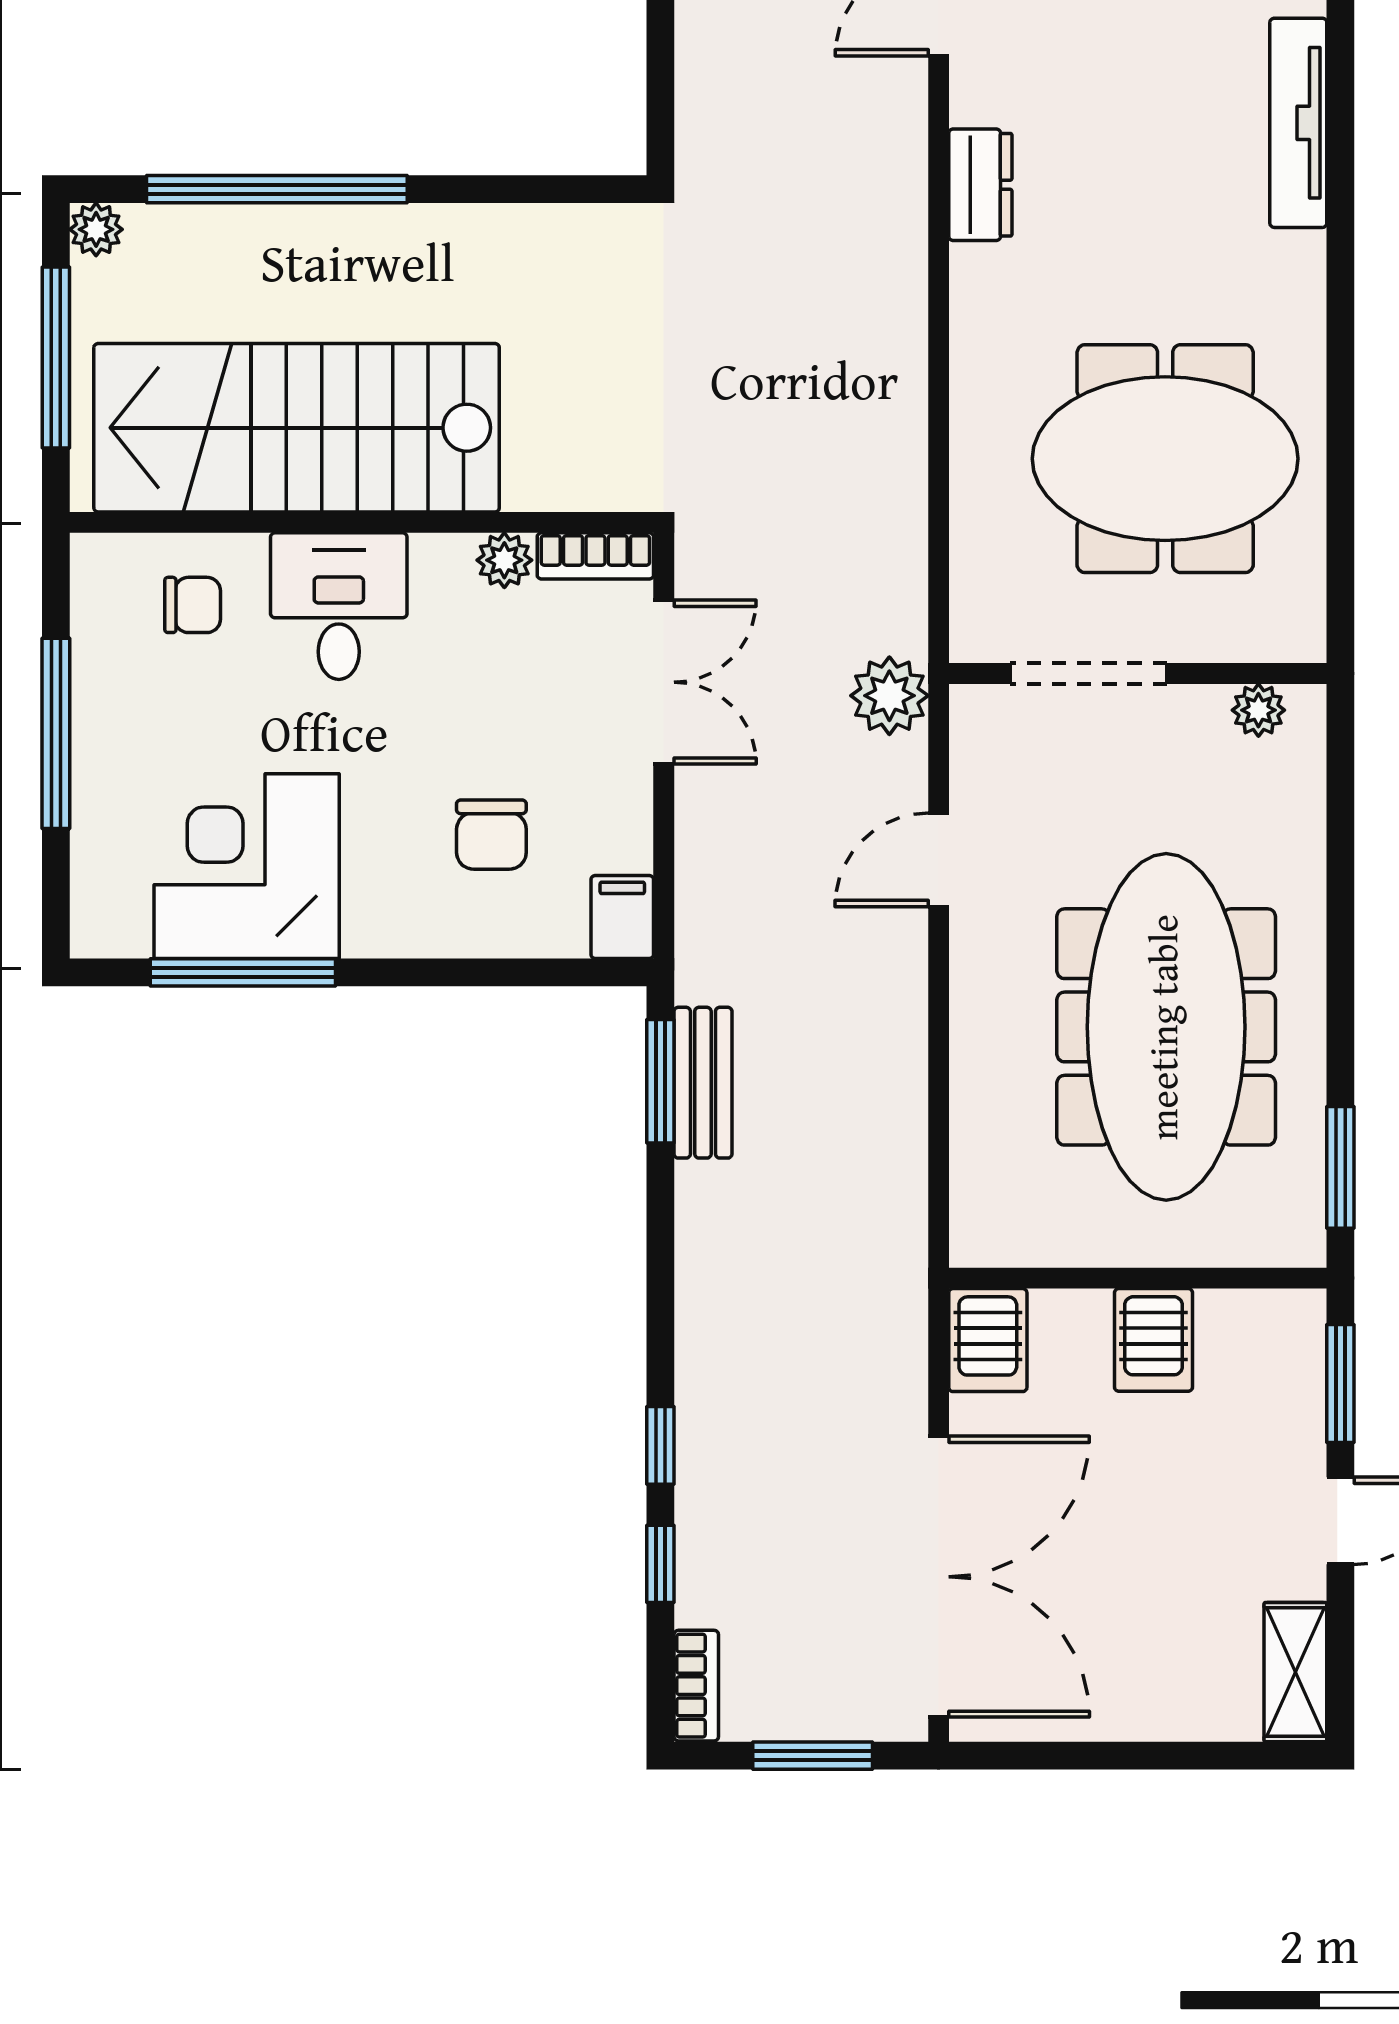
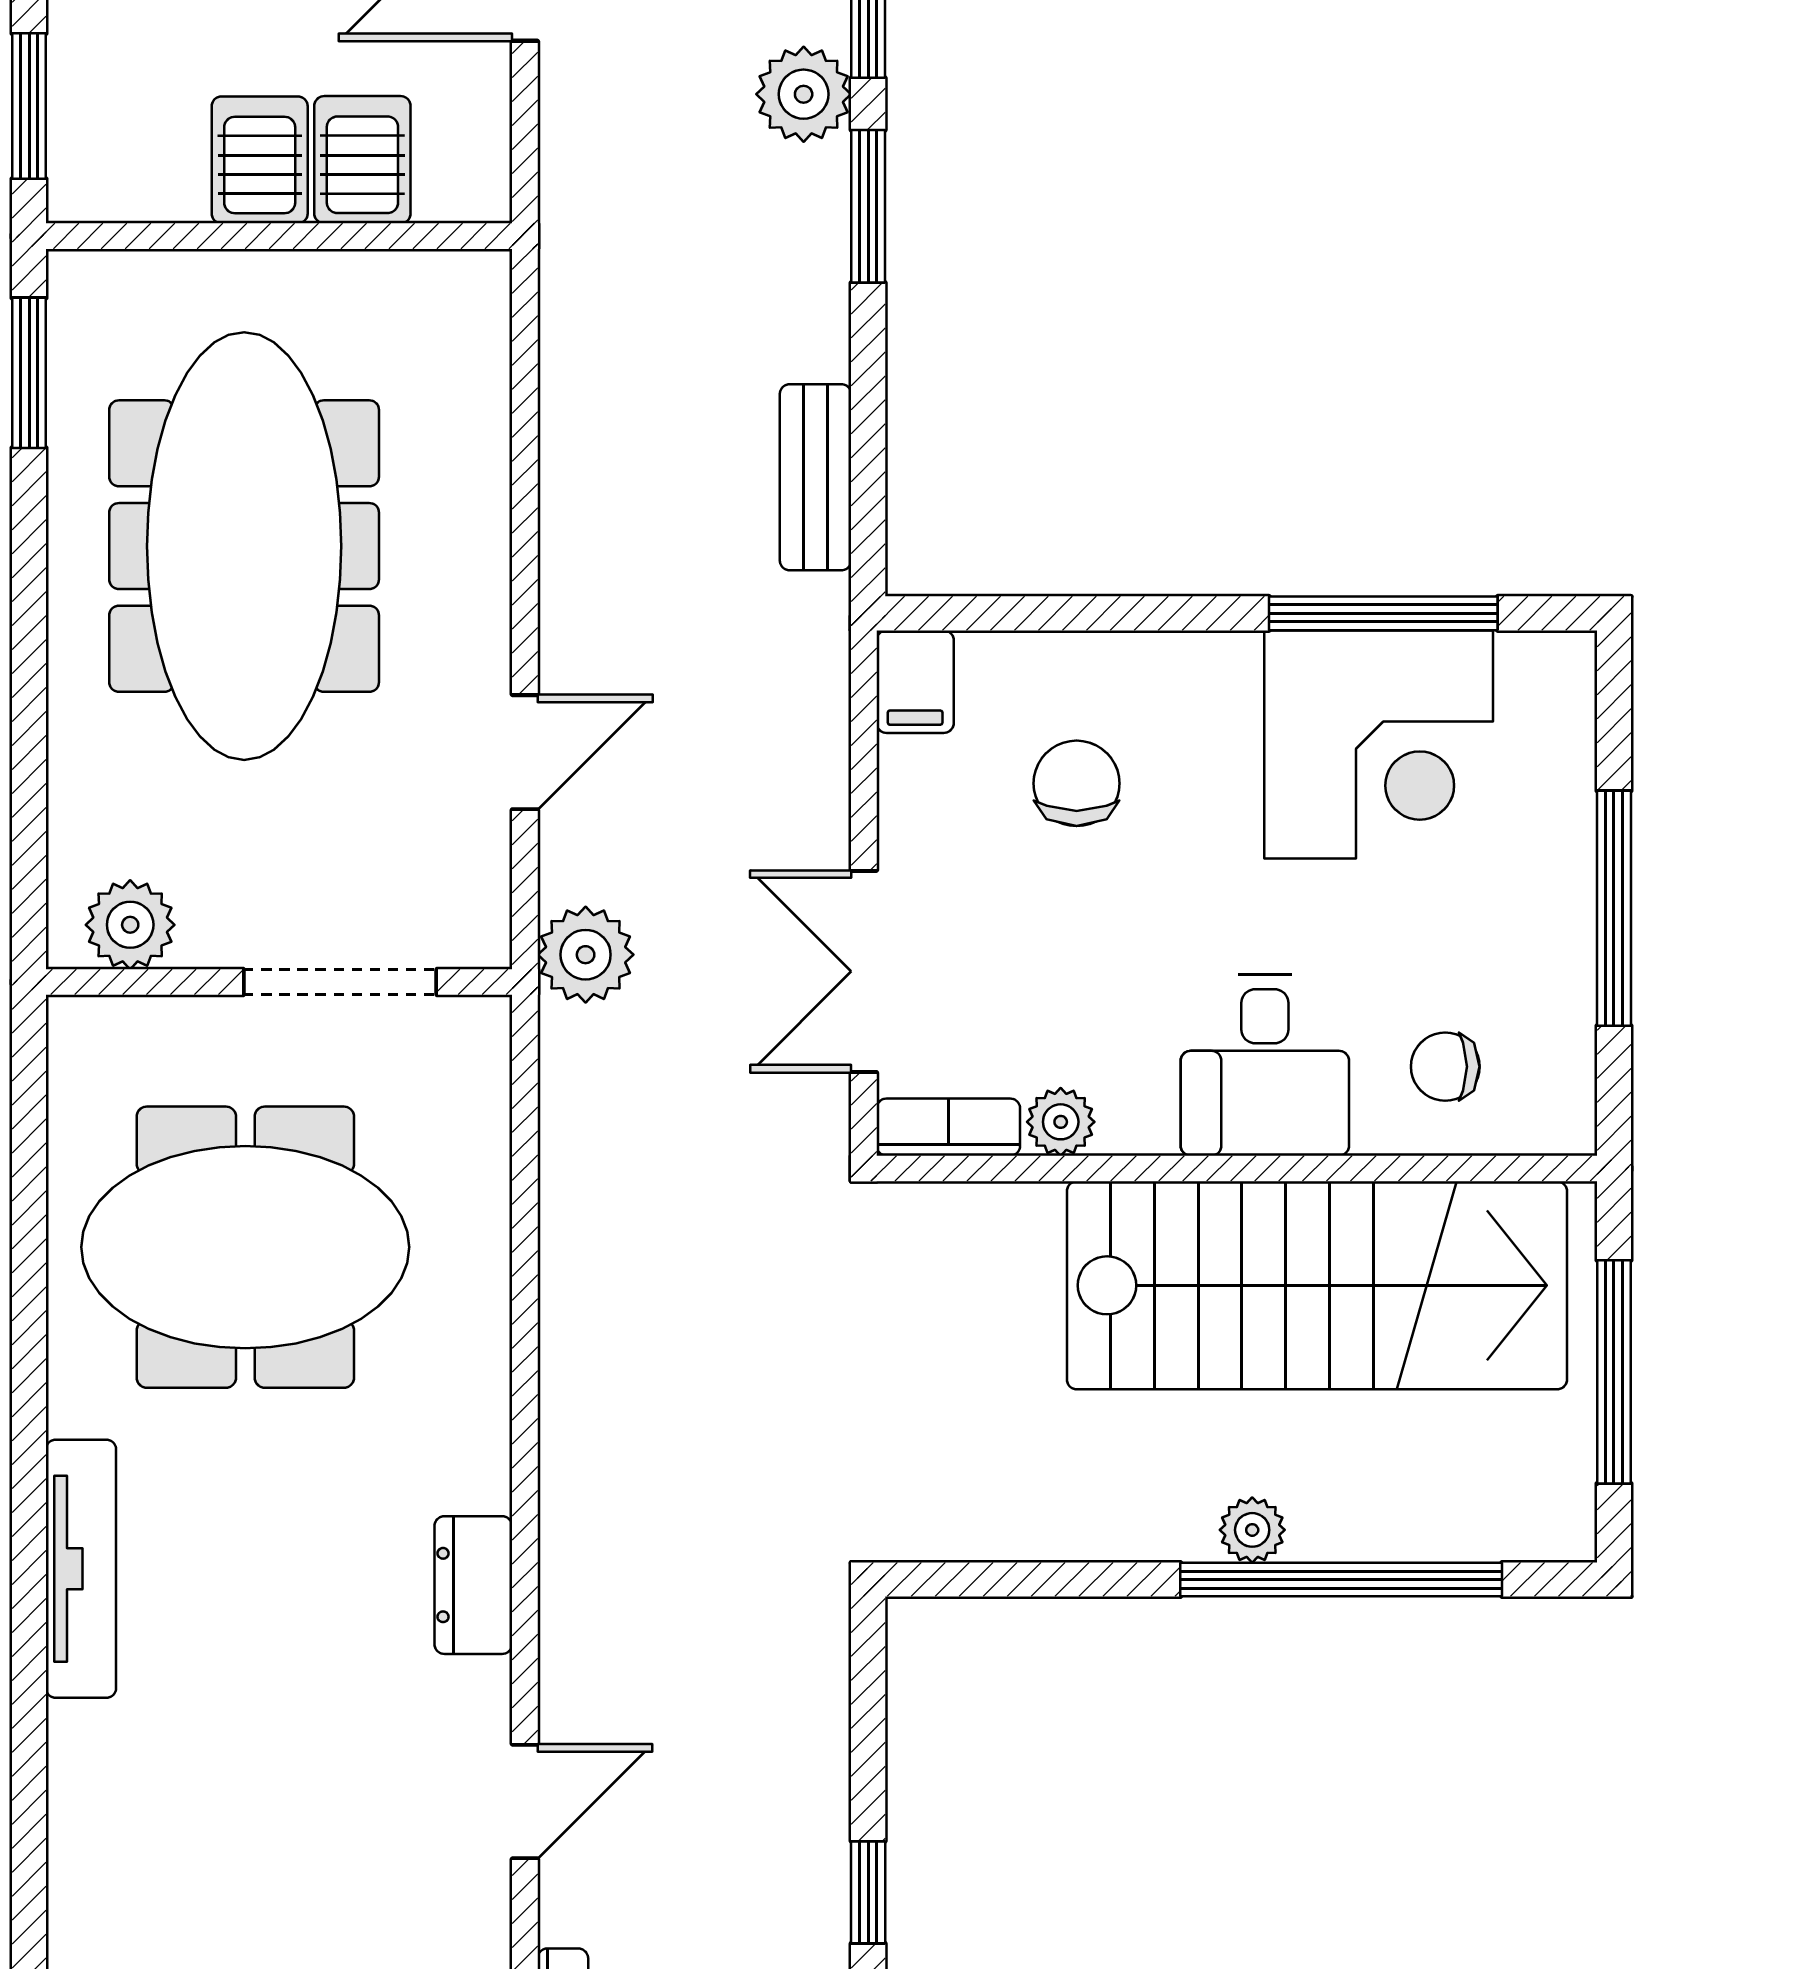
tv unit: (1298, 123) -> (81, 1569), moved
plant: (96, 229) -> (1252, 1530), moved
plant: (1258, 710) -> (130, 925), width x1.38, depth x1.38
window: (660, 1081) -> (868, 206), moved
server rack: (988, 1340) -> (362, 160), moved
plant: (713, 1393) -> (804, 94), added

